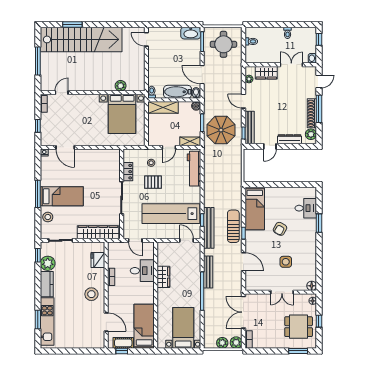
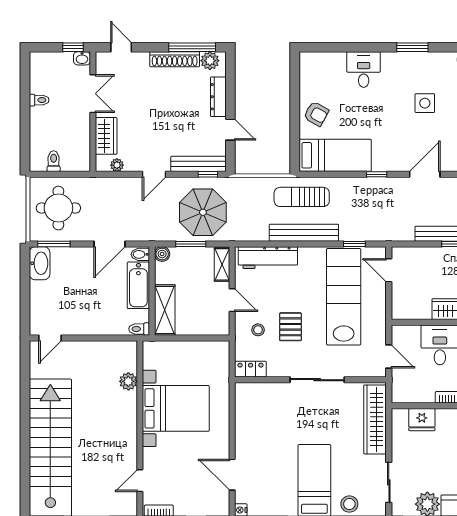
window: (72, 24) -> (25, 463), removed
window: (319, 39) -> (73, 47), moved
double door: (291, 65) -> (93, 94), swing flipped
door: (62, 93) -> (140, 481), hinge flipped
window: (319, 109) -> (192, 47), moved
bed with nightstands: (122, 114) -> (176, 408), moved
door: (65, 147) -> (232, 475), swing flipped
locker: (128, 172) -> (250, 369), moved
desk: (306, 208) -> (364, 69), moved
lab bench: (171, 214) -> (344, 297), turned 180
window: (319, 223) -> (412, 47), moved
sun lounger: (233, 226) -> (302, 197), moved
bench: (209, 228) -> (304, 233), moved
armchair: (280, 229) -> (316, 114), moved
door: (135, 240) -> (389, 357), hinge flipped
door: (187, 240) -> (389, 270), hinge flipped

